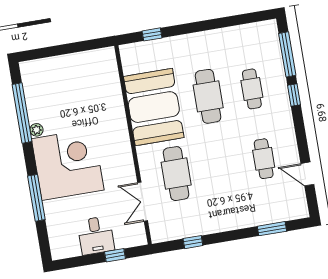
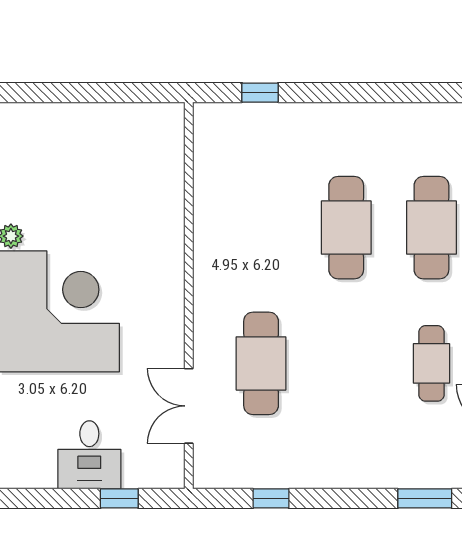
cafe table: (252, 89) -> (431, 228), width x1.37, depth x1.35
booth: (154, 107) -> (240, 230), removed

